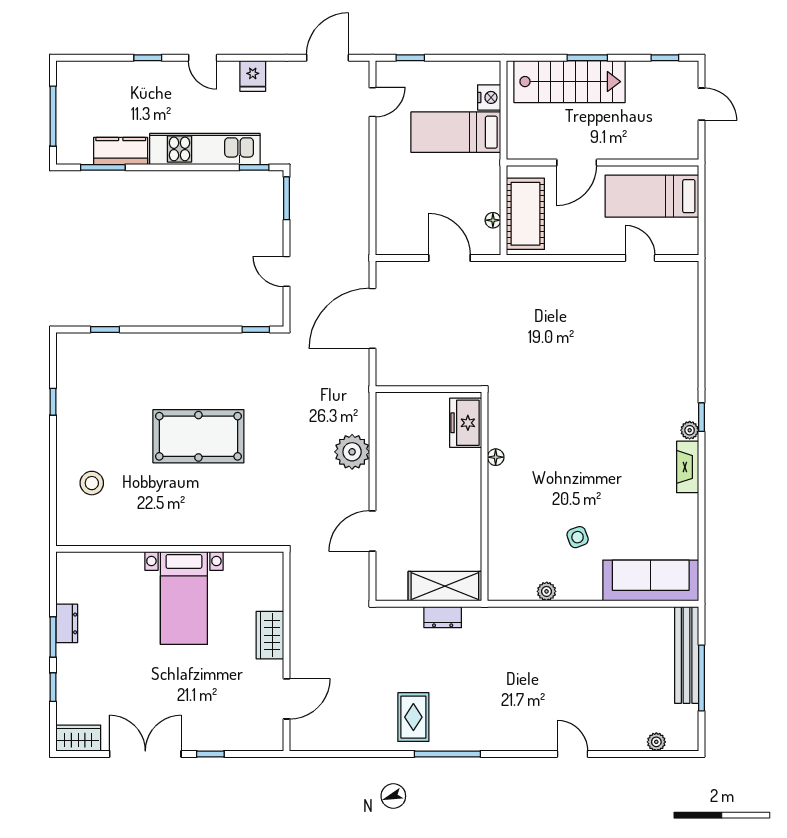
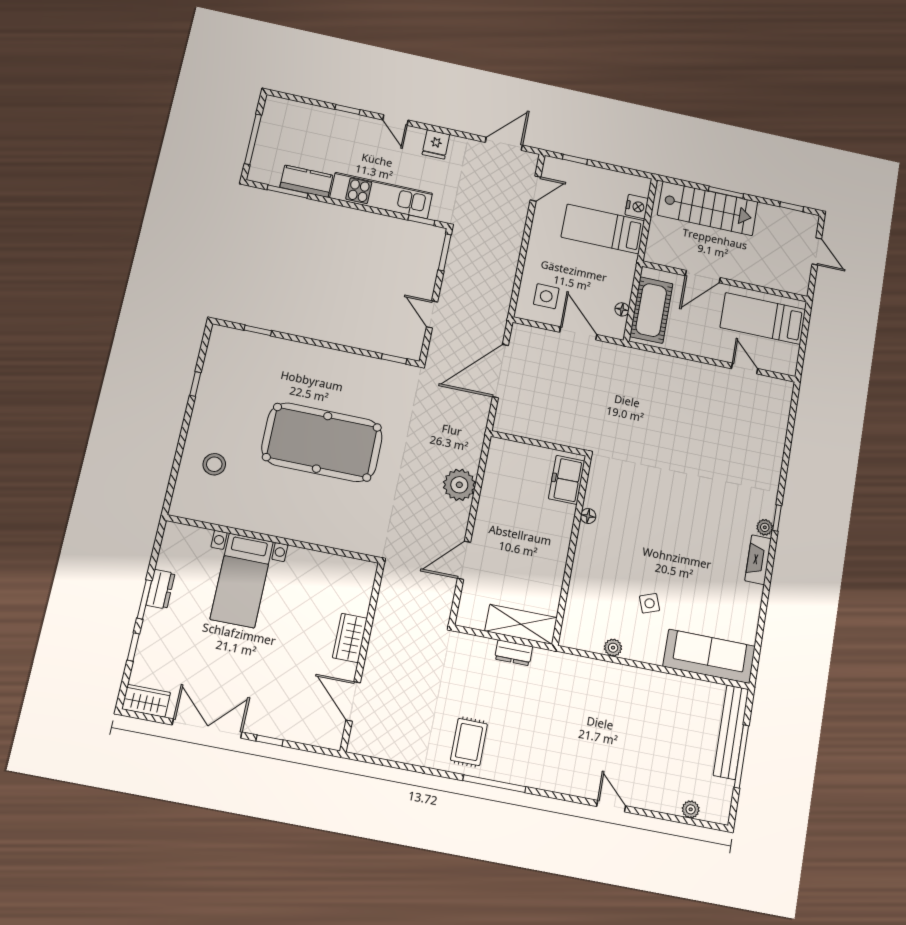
side table: (407, 224) -> (546, 296), added
pool table: (198, 436) -> (322, 442), width x1.36, depth x1.32
bed with nightstands: (184, 598) -> (242, 580), moved
door: (287, 699) -> (353, 701), swing flipped

